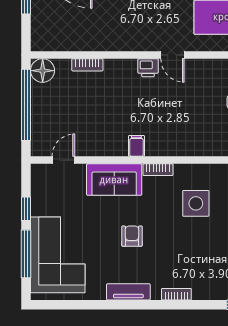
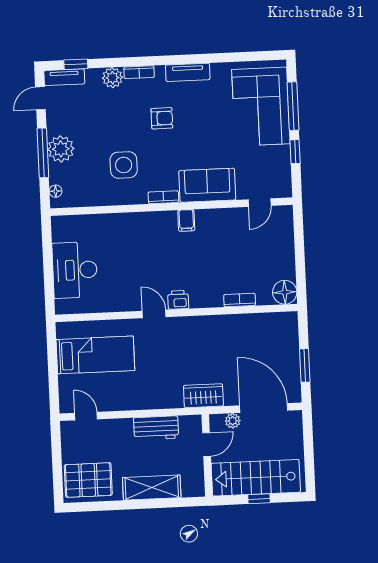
window: (26, 105) -> (300, 257), removed
armchair: (132, 236) -> (162, 118), moved, turned -90
plant: (203, 290) -> (112, 78), added

